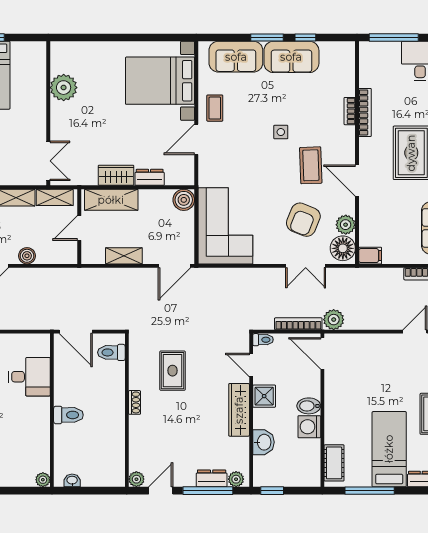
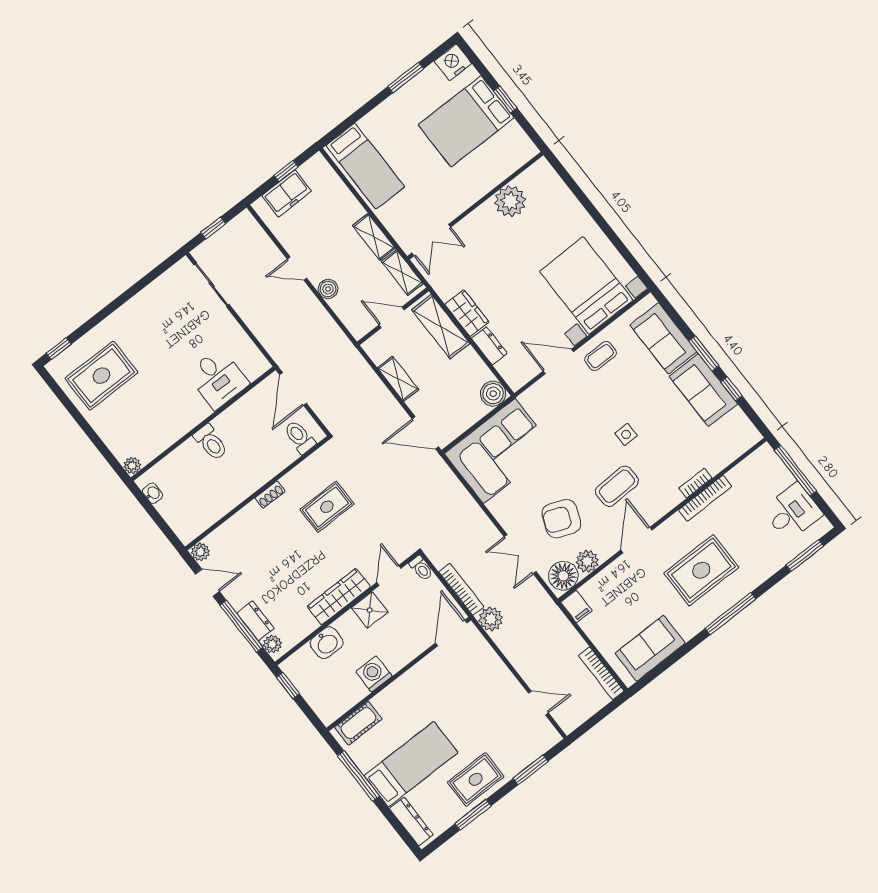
bidet: (309, 406) -> (393, 658), removed

